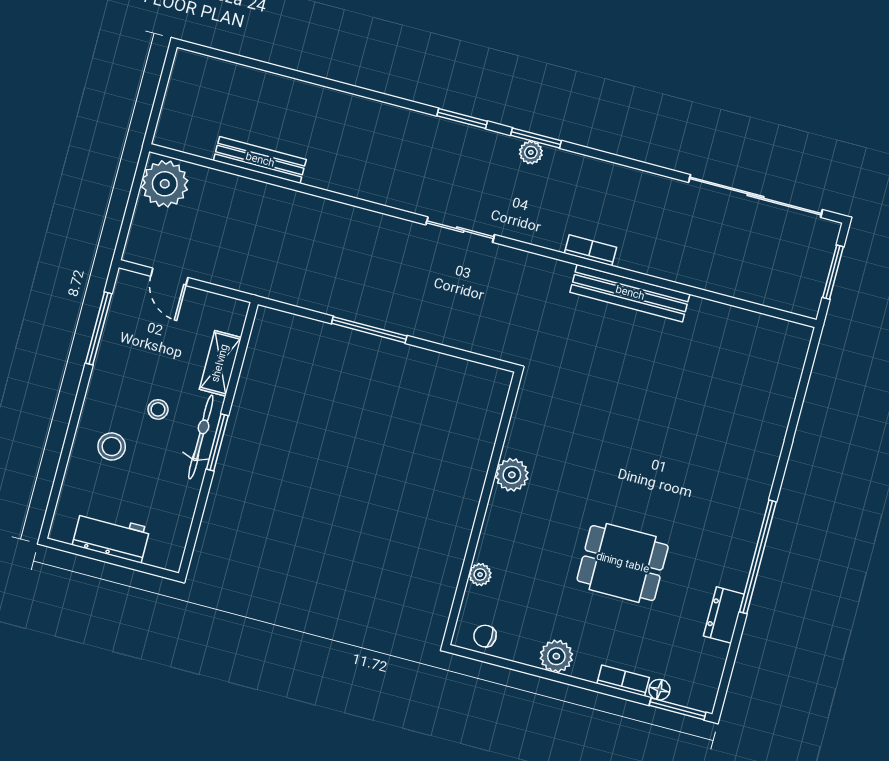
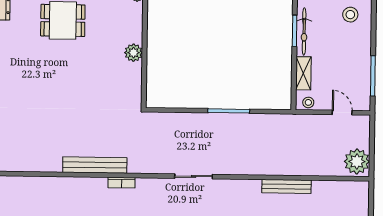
bench: (260, 160) -> (286, 186), moved
stool: (158, 409) -> (308, 102), moved

